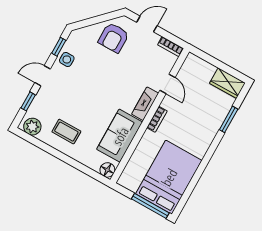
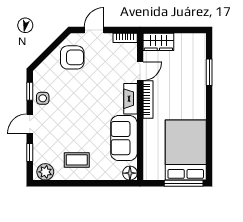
armchair: (114, 38) -> (72, 57), turned -90
wardrobe: (227, 83) -> (158, 42), moved
door: (167, 84) -> (140, 71), hinge flipped
bookcase: (157, 119) -> (148, 100), width x1.56

